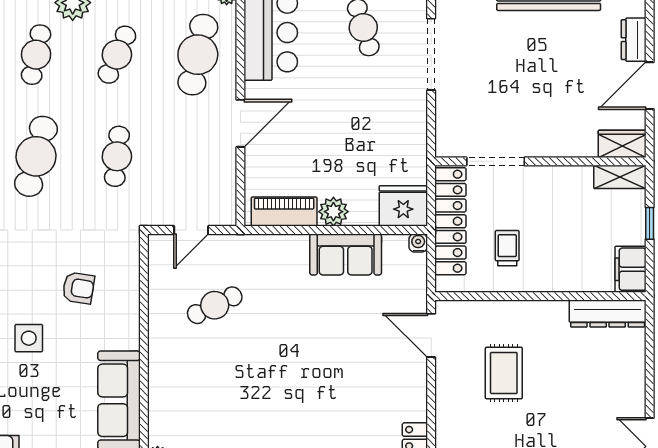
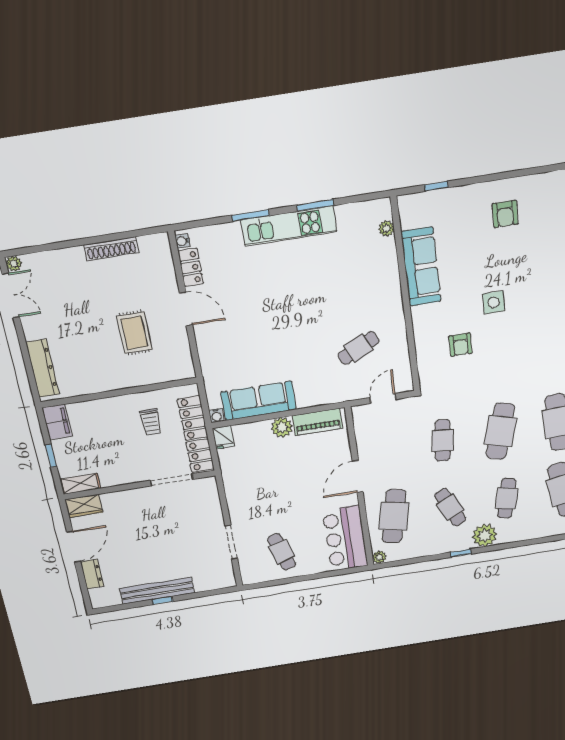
doorway: (431, 54) -> (231, 542), width x0.73
cafe table: (117, 55) -> (450, 507), turned -48
fridge: (403, 206) -> (223, 437), width x0.53, depth x0.75
sofa: (346, 254) -> (259, 401), width x1.36
armchair: (78, 288) -> (460, 345), turned -99
dresser: (608, 314) -> (43, 368), moved, turned 90
door: (431, 335) -> (186, 309), moved

